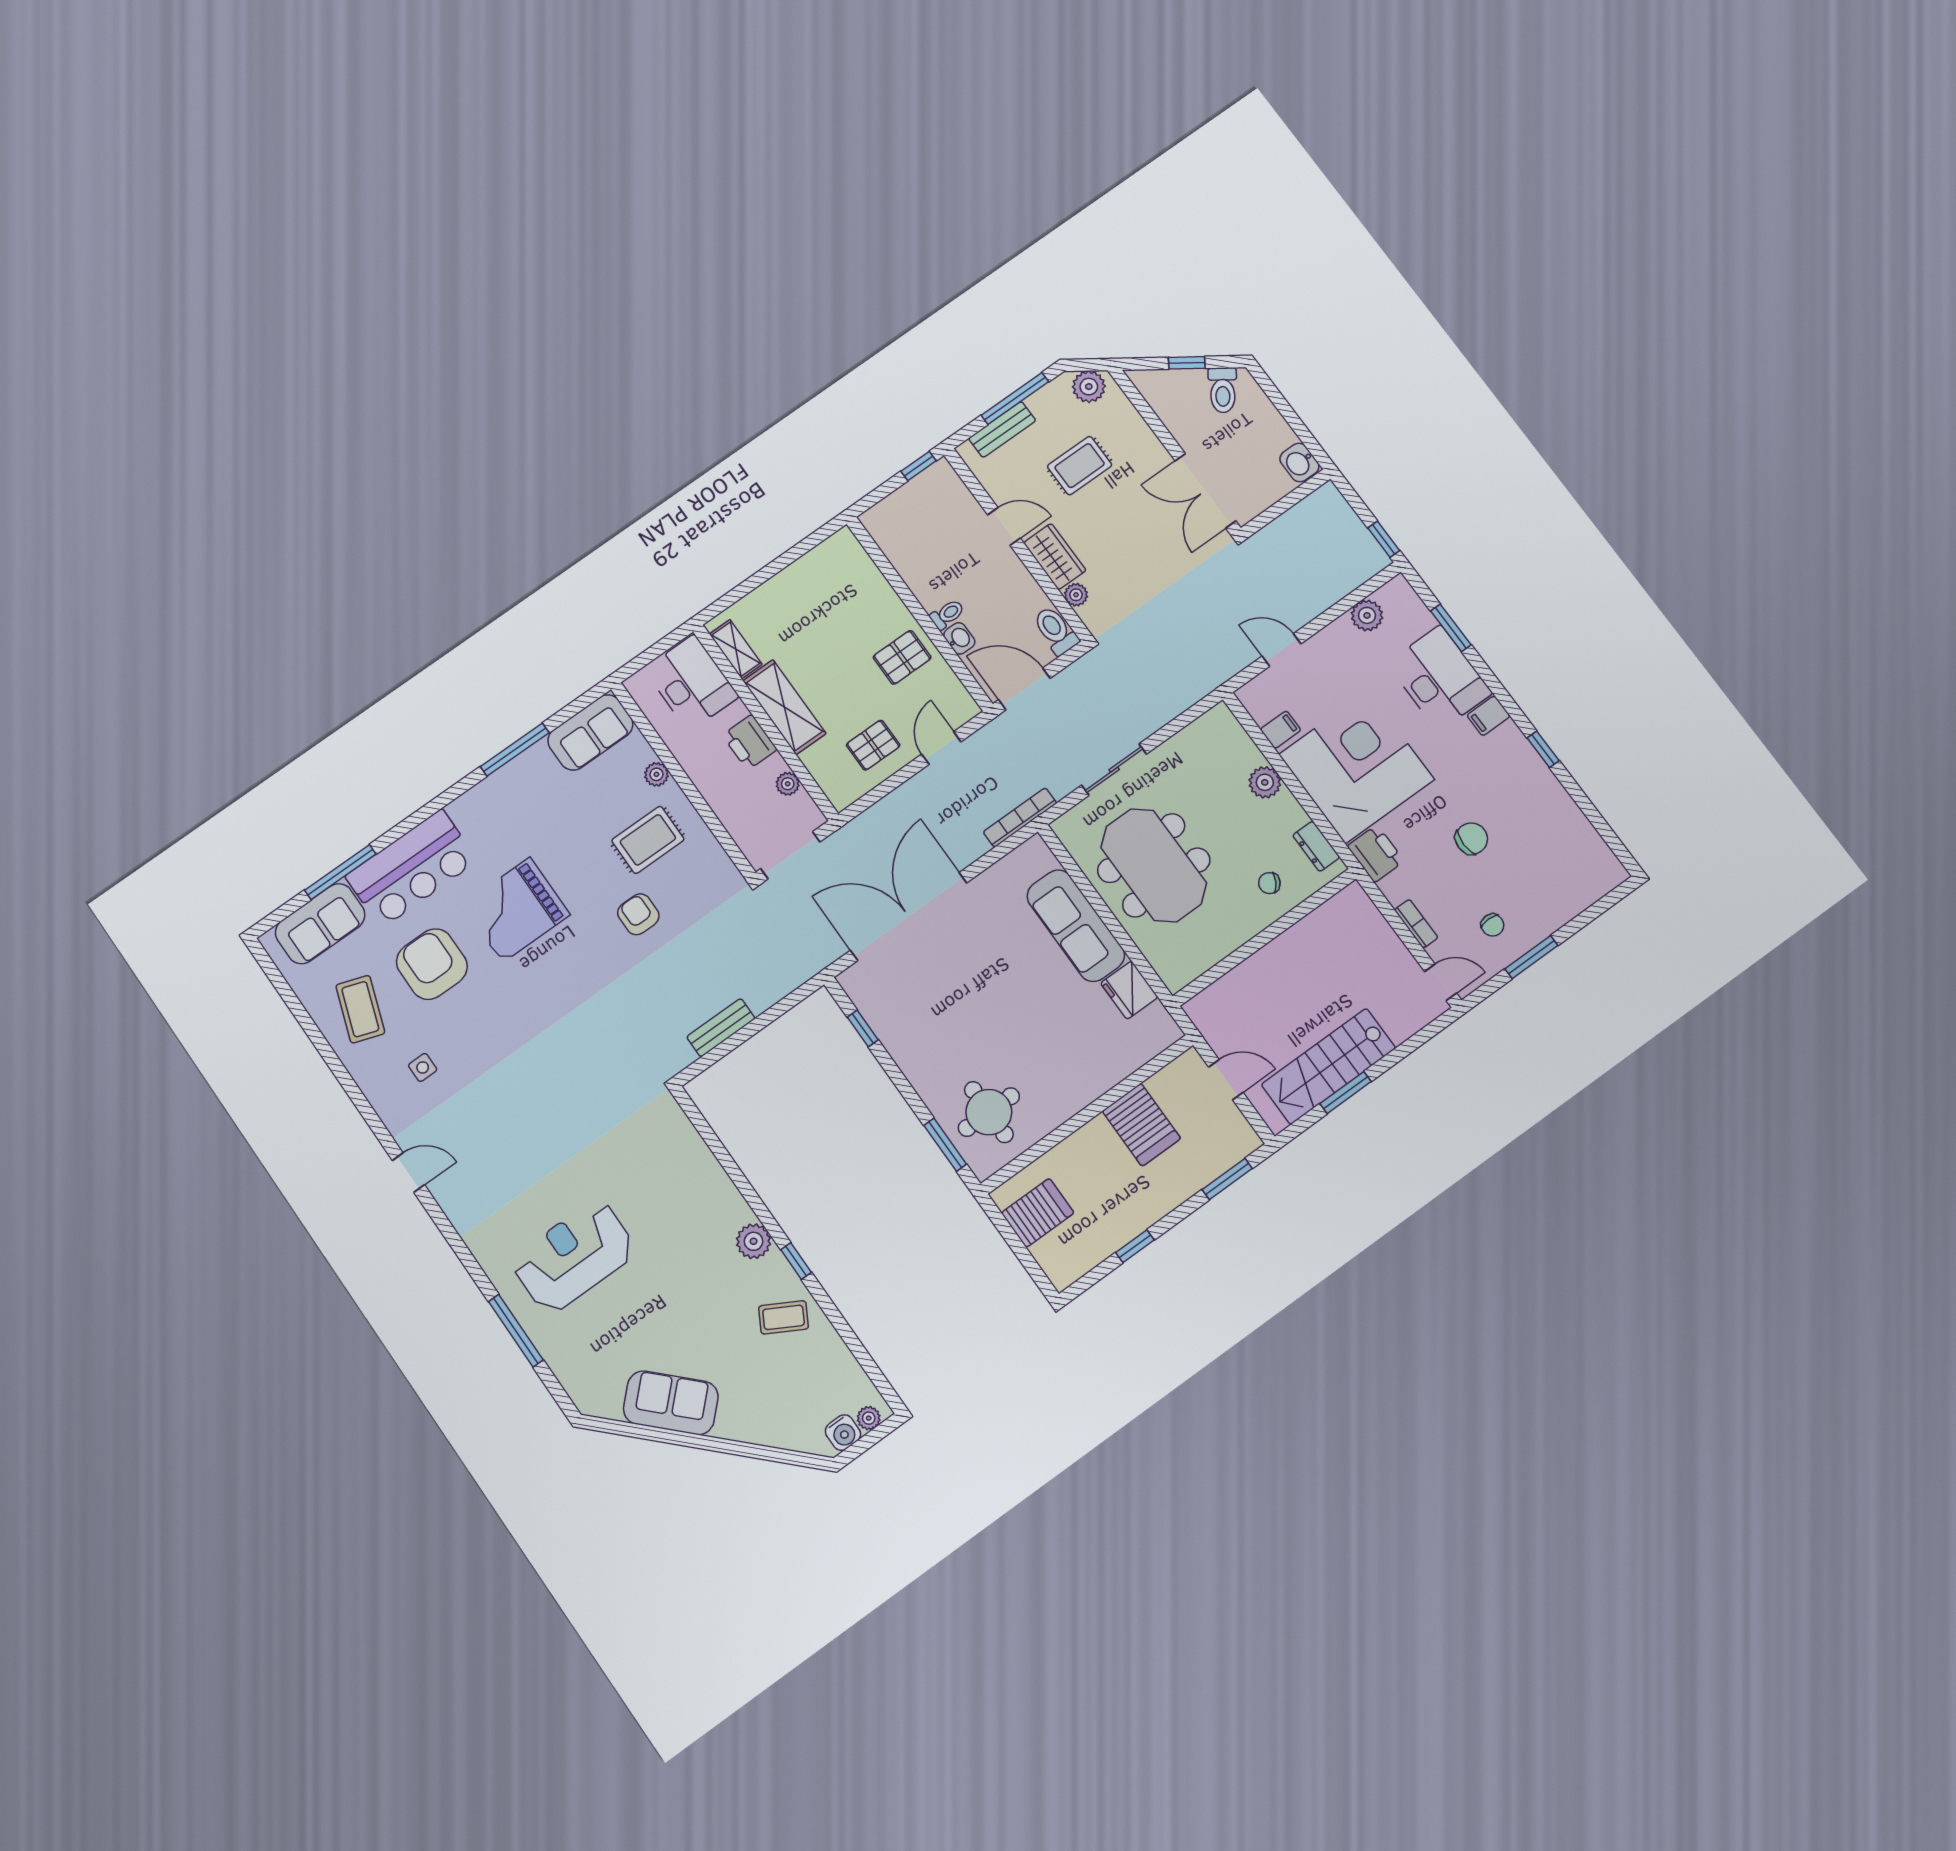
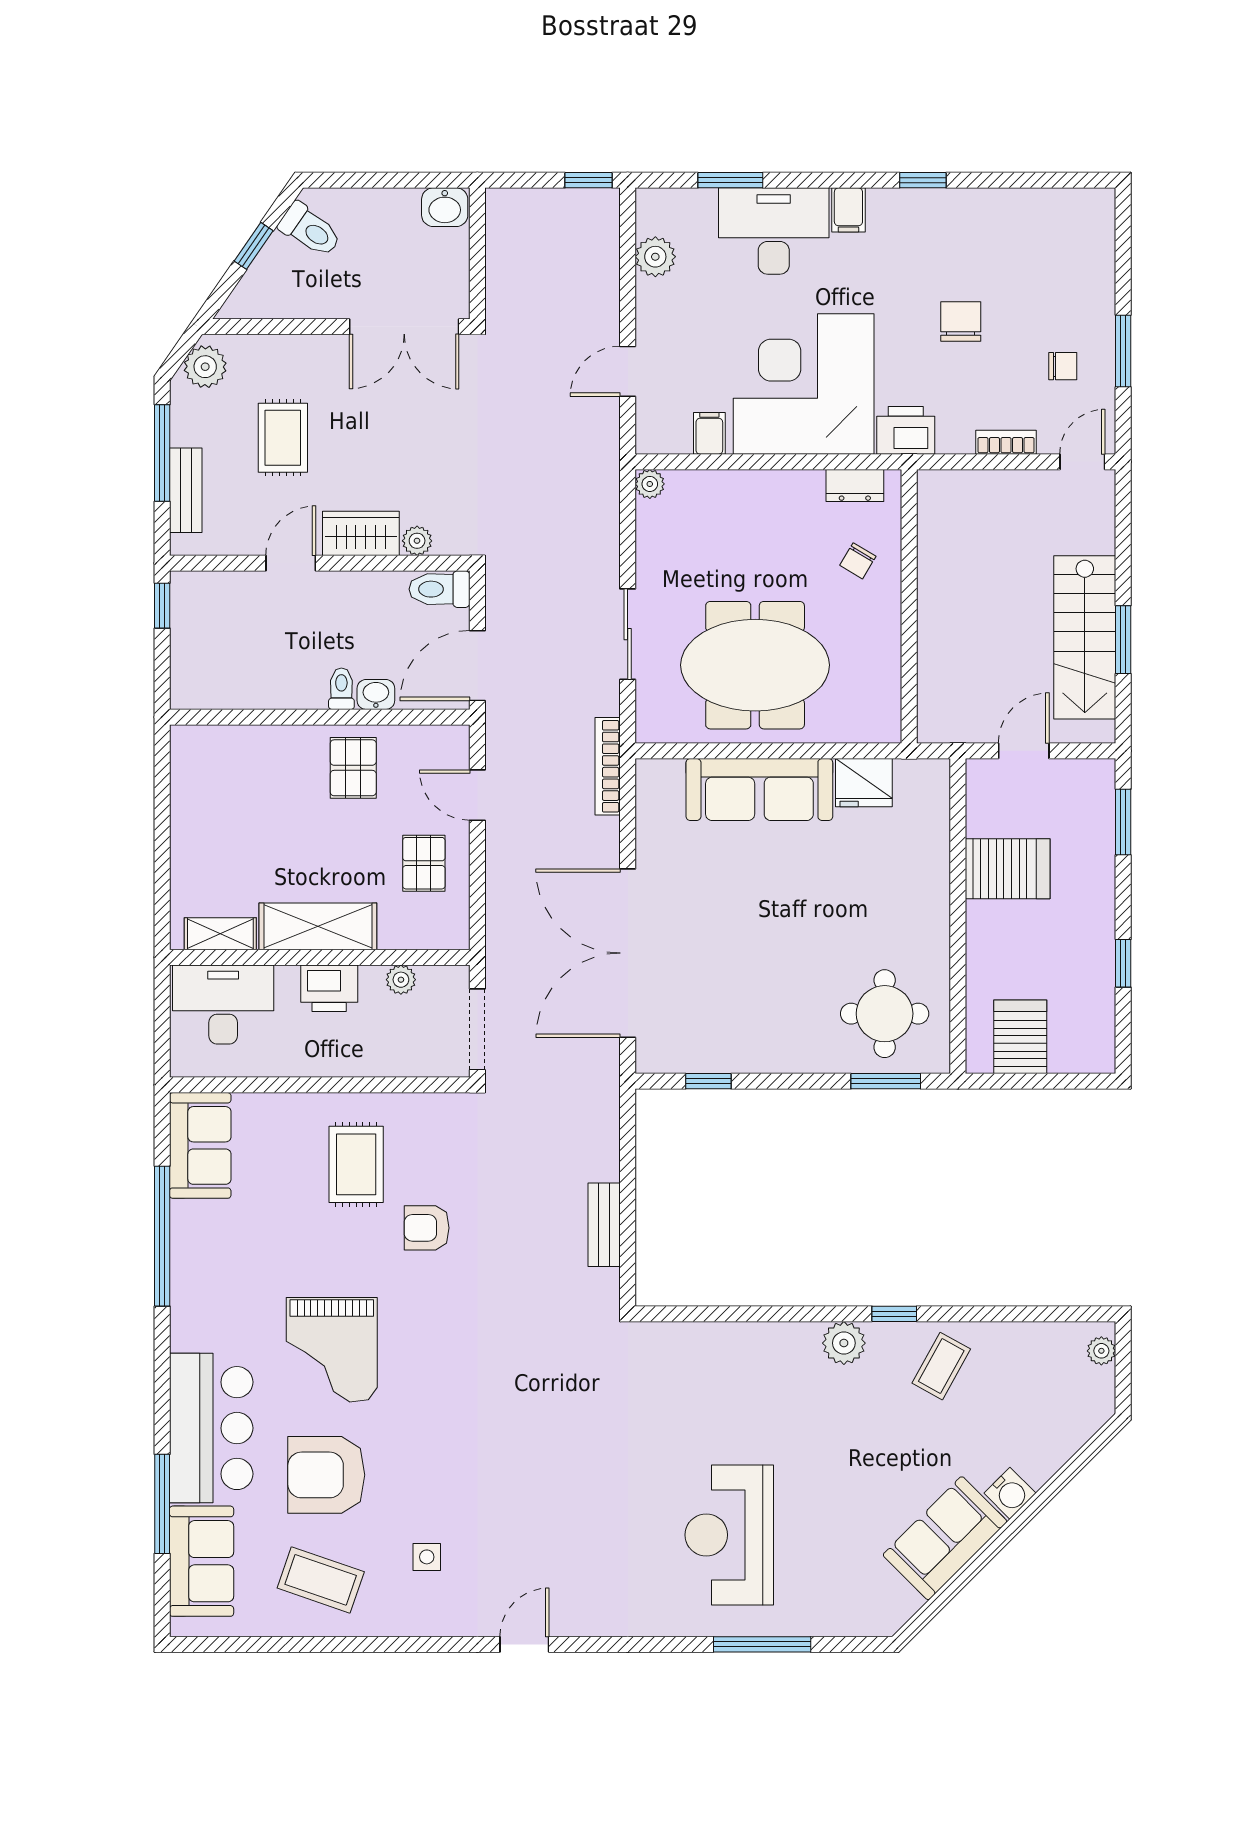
window: (515, 750) -> (162, 1236), width x1.46
plant: (656, 774) -> (294, 1108), removed
plant: (1265, 782) -> (650, 484), moved, width x0.73, depth x0.73
water cooler: (843, 1433) -> (1010, 1493), moved, turned 45

